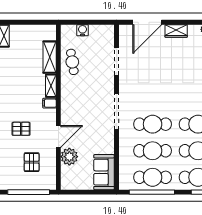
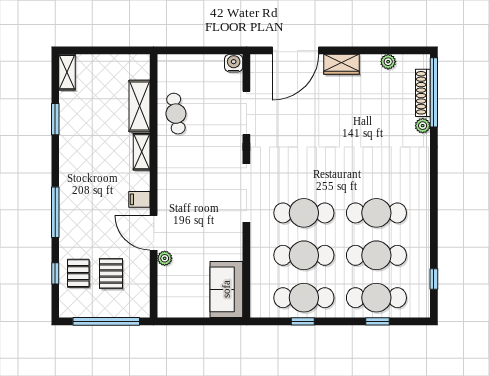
water cooler: (82, 30) -> (234, 63), moved
filing cabinet: (49, 103) -> (139, 199), moved
pallet: (21, 129) -> (78, 273), moved, turned 90
door: (58, 137) -> (154, 233), swing flipped
plant: (69, 157) -> (165, 258), width x0.53, depth x0.53
window: (152, 192) -> (303, 321), width x0.32

